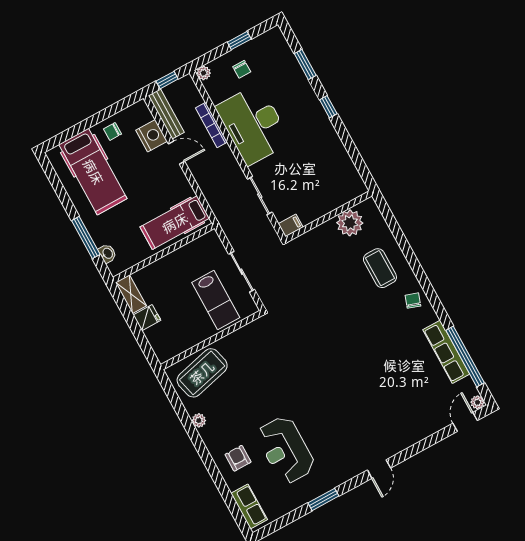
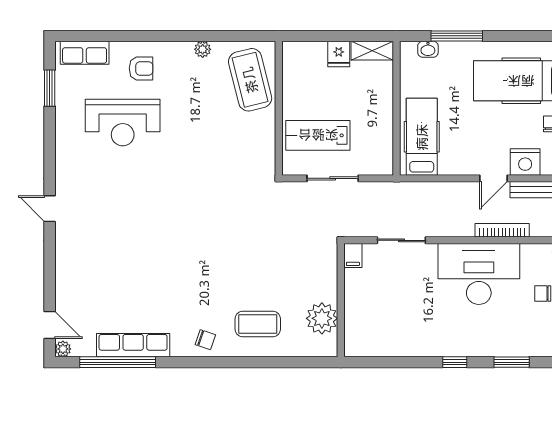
reception desk: (286, 450) -> (123, 123), turned 180
window: (323, 499) -> (50, 88), moved

